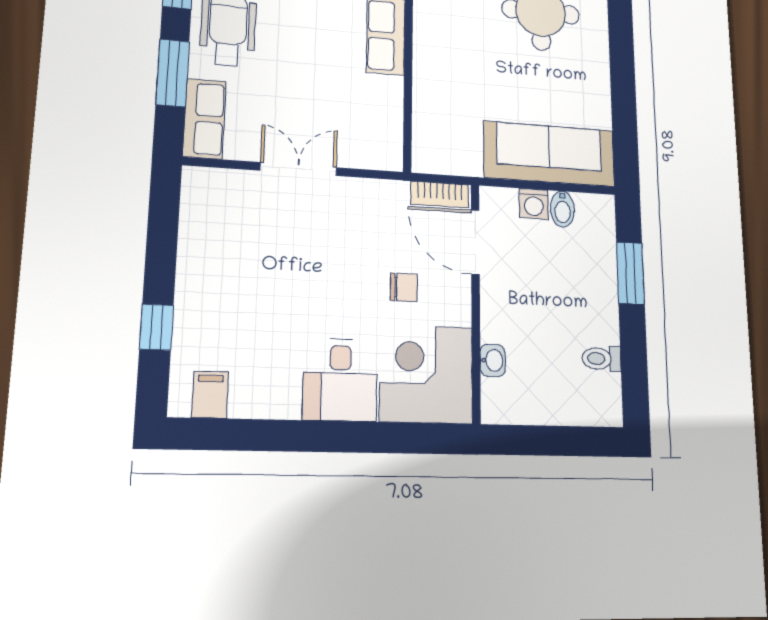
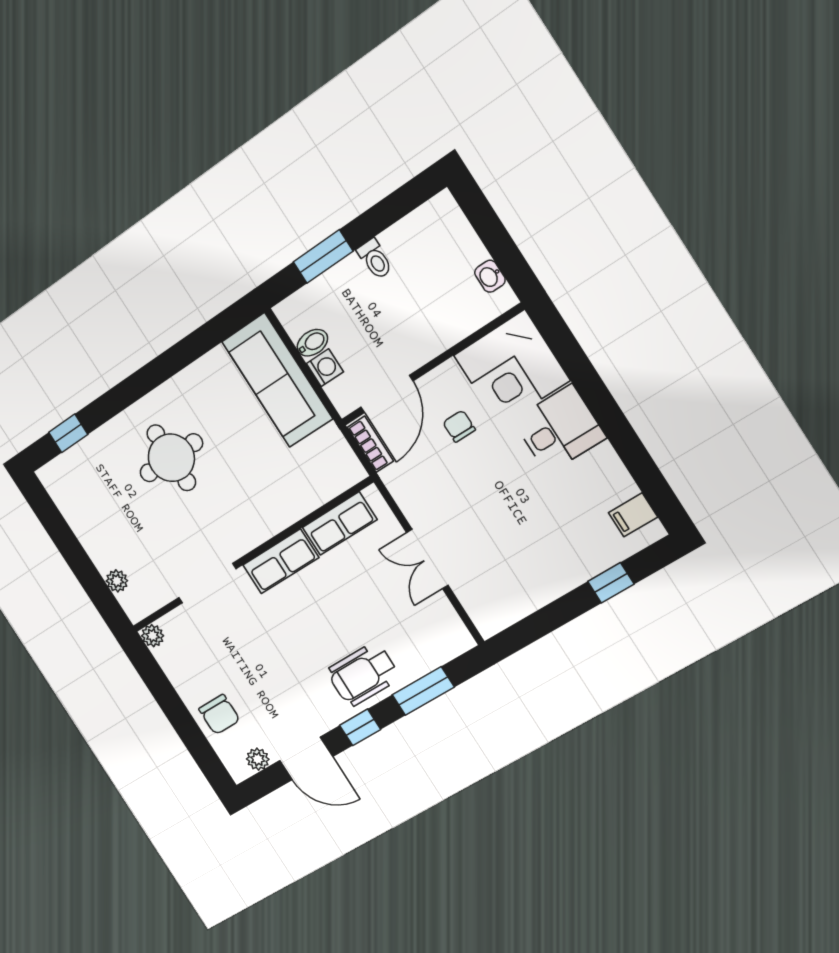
row of seats: (204, 119) -> (340, 523), moved, turned 180
toilet: (602, 359) -> (375, 259), moved
washbasin: (493, 360) -> (490, 276), moved, turned -90

